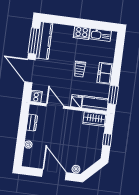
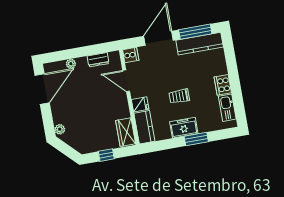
window: (113, 95) -> (196, 139), moved
door: (55, 106) -> (126, 81), swing flipped
door: (54, 175) -> (42, 89), moved

